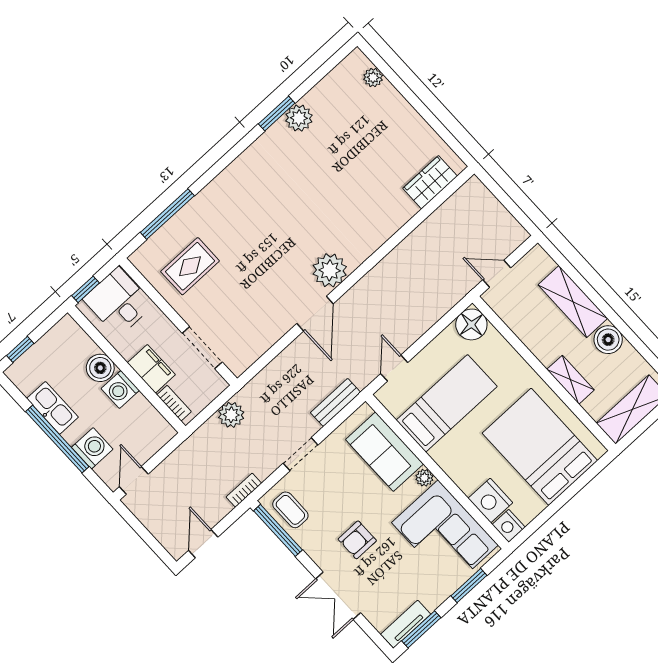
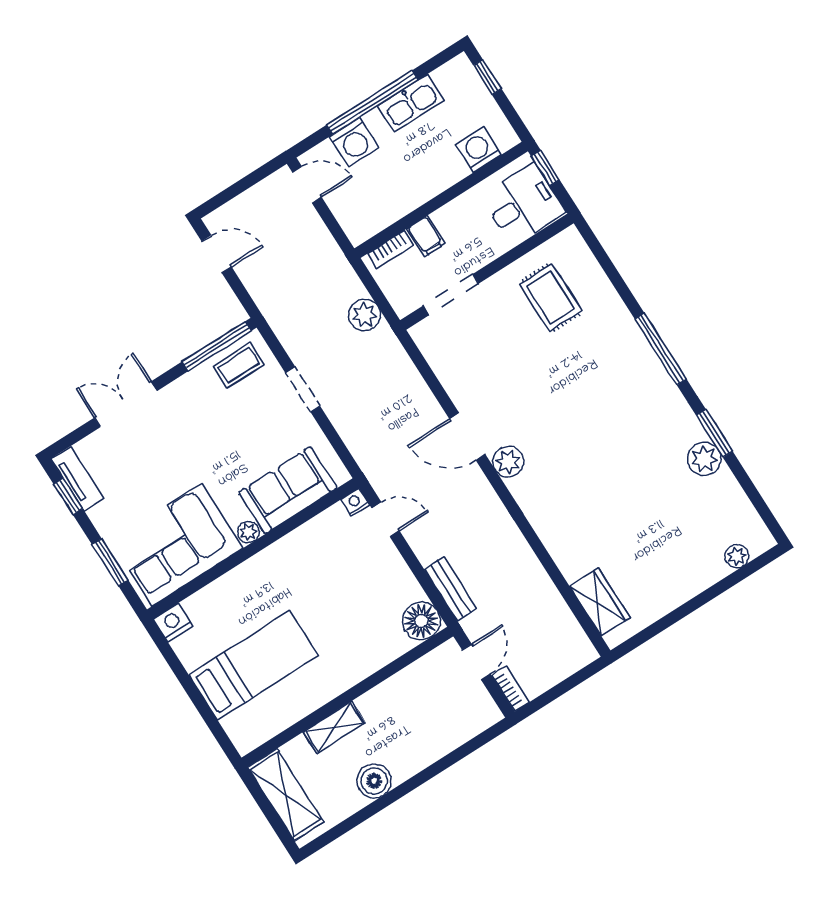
window: (167, 214) -> (661, 349), moved
plant: (330, 270) -> (508, 462), width x0.73, depth x0.73
shelving: (573, 302) -> (427, 747), removed
boiler: (100, 368) -> (448, 169), removed
filing cabinet: (151, 369) -> (426, 236), width x0.50
washing machine: (120, 389) -> (478, 150), moved
bench: (336, 402) -> (450, 589), moved
bed: (447, 403) -> (332, 575), removed
bed: (540, 447) -> (253, 665), width x0.67
bookcase: (244, 490) -> (510, 689), moved
nightstand: (490, 500) -> (355, 502), moved, width x0.53, depth x0.56
armchair: (357, 540) -> (188, 439), removed
window: (421, 629) -> (68, 496), width x0.67

